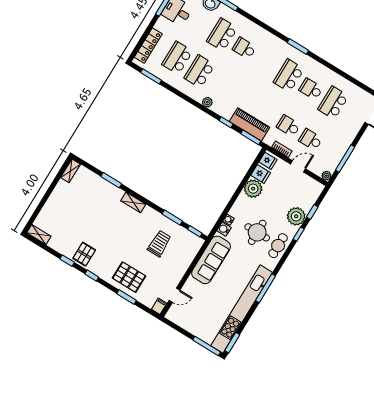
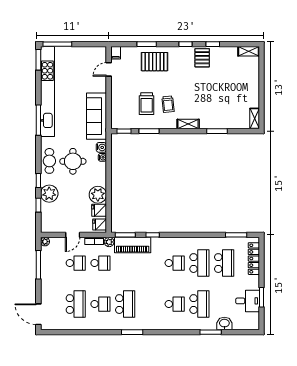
school desk: (222, 85) -> (175, 263), added
plant: (207, 102) -> (109, 242), moved
trolley: (140, 231) -> (168, 104), added

